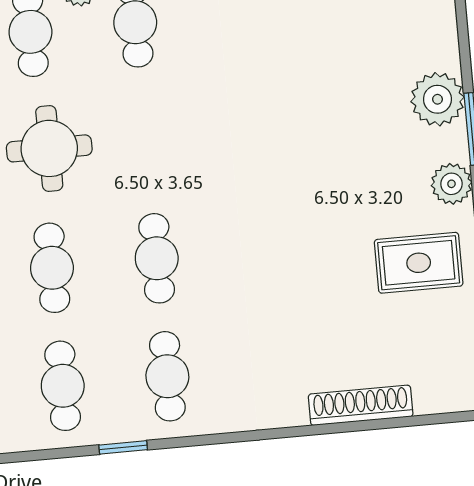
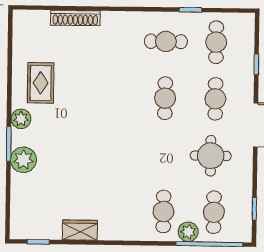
rug: (419, 263) -> (41, 83), turned 90
cafe table: (167, 376) -> (166, 41), turned 90

